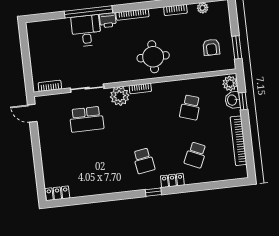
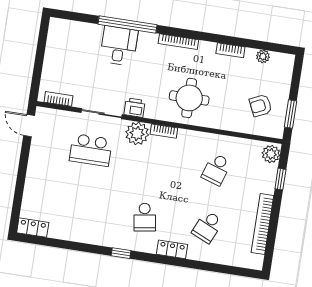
printer: (108, 20) -> (135, 108), moved, turned 180
armchair: (211, 47) -> (261, 106), turned 65
washbasin: (232, 100) -> (268, 174), removed
window: (153, 192) -> (121, 253), moved

